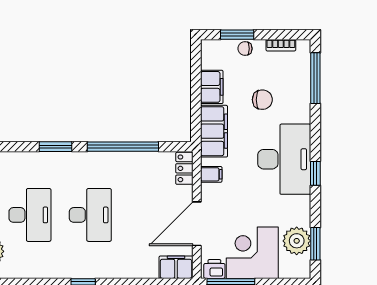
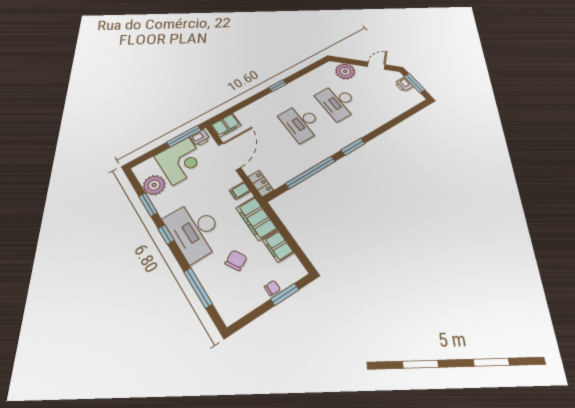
bookcase: (281, 45) -> (247, 308), removed
window: (315, 78) -> (198, 288), moved
chair: (262, 100) -> (236, 260), turned 151
window: (315, 244) -> (148, 205), moved

